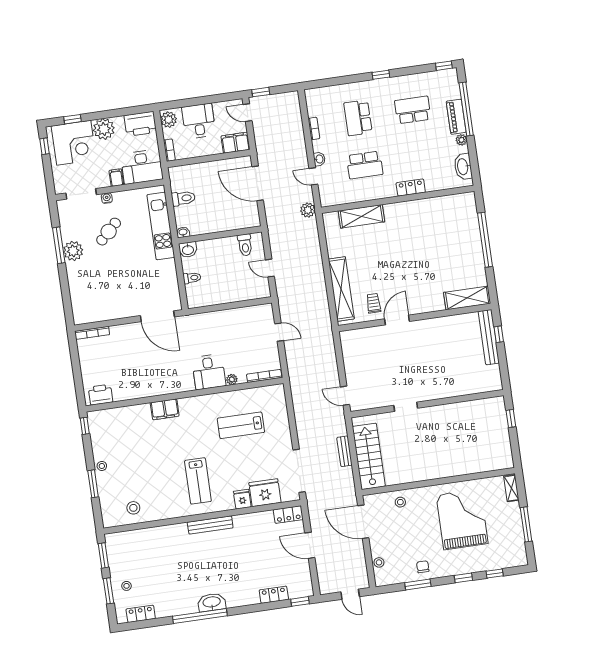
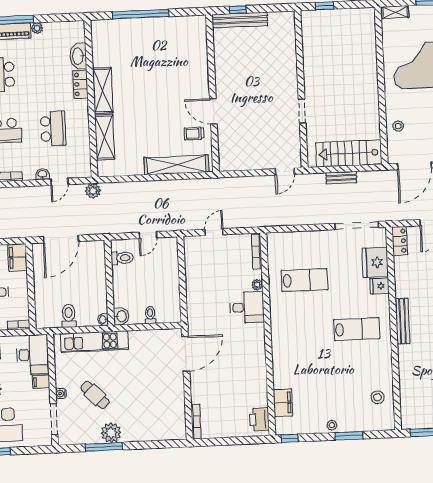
washbasin: (463, 167) -> (78, 56), moved, turned 90
shelving: (467, 298) -> (103, 91), moved
filing cabinet: (165, 409) -> (283, 403), moved
lab bench: (241, 425) -> (305, 280), turned -90

